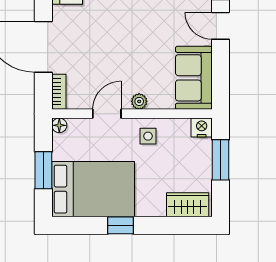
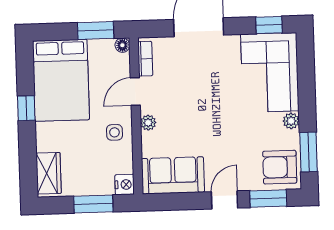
bookcase: (59, 92) -> (145, 59), moved, turned -90
door: (107, 114) -> (135, 92), swing flipped
window: (43, 170) -> (96, 31), moved

